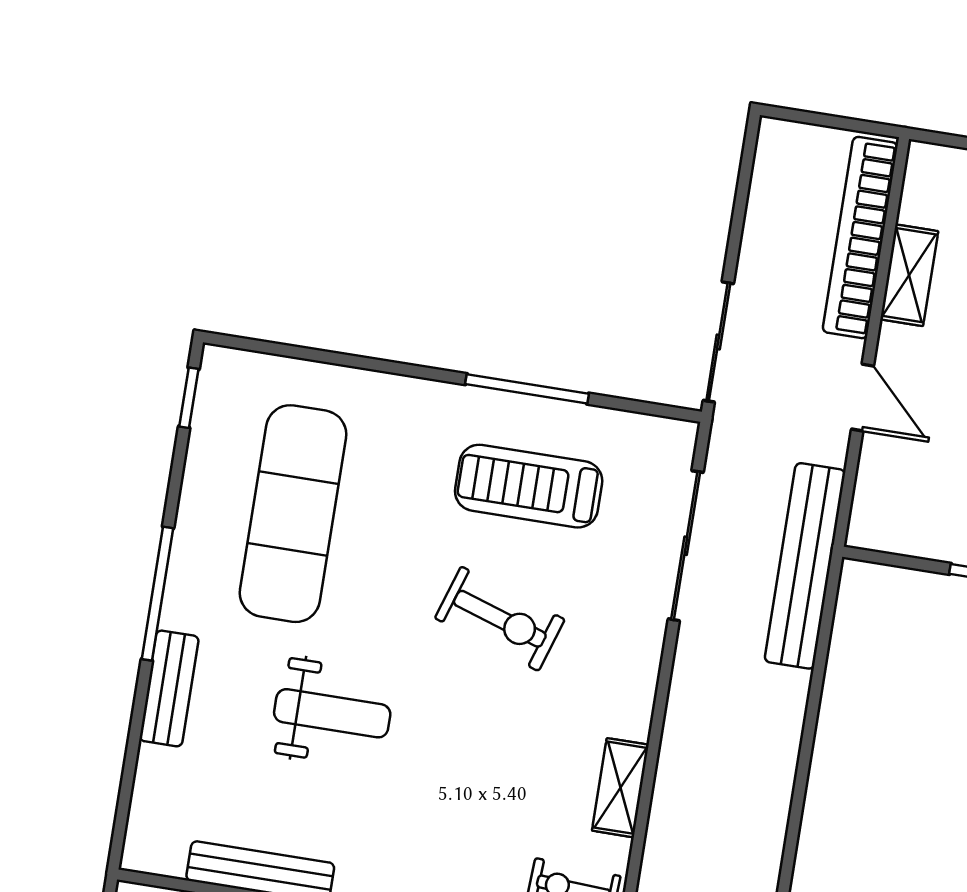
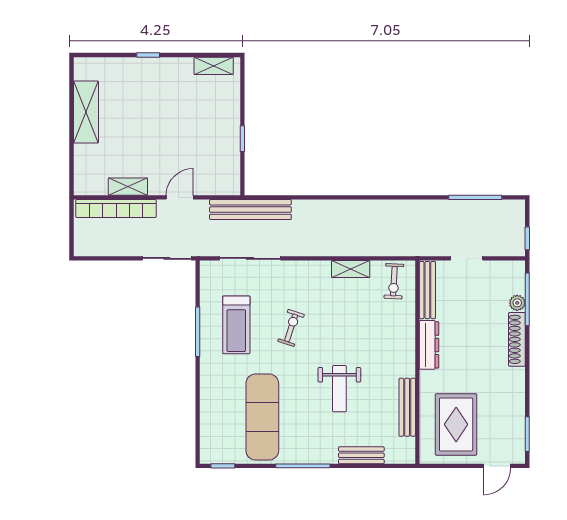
exercise mat: (293, 514) -> (262, 417), turned 90
exercise bike: (500, 619) -> (291, 328), width x0.73, depth x0.72
bench: (169, 688) -> (361, 455), moved
weight bench: (332, 713) -> (339, 389), turned 180

